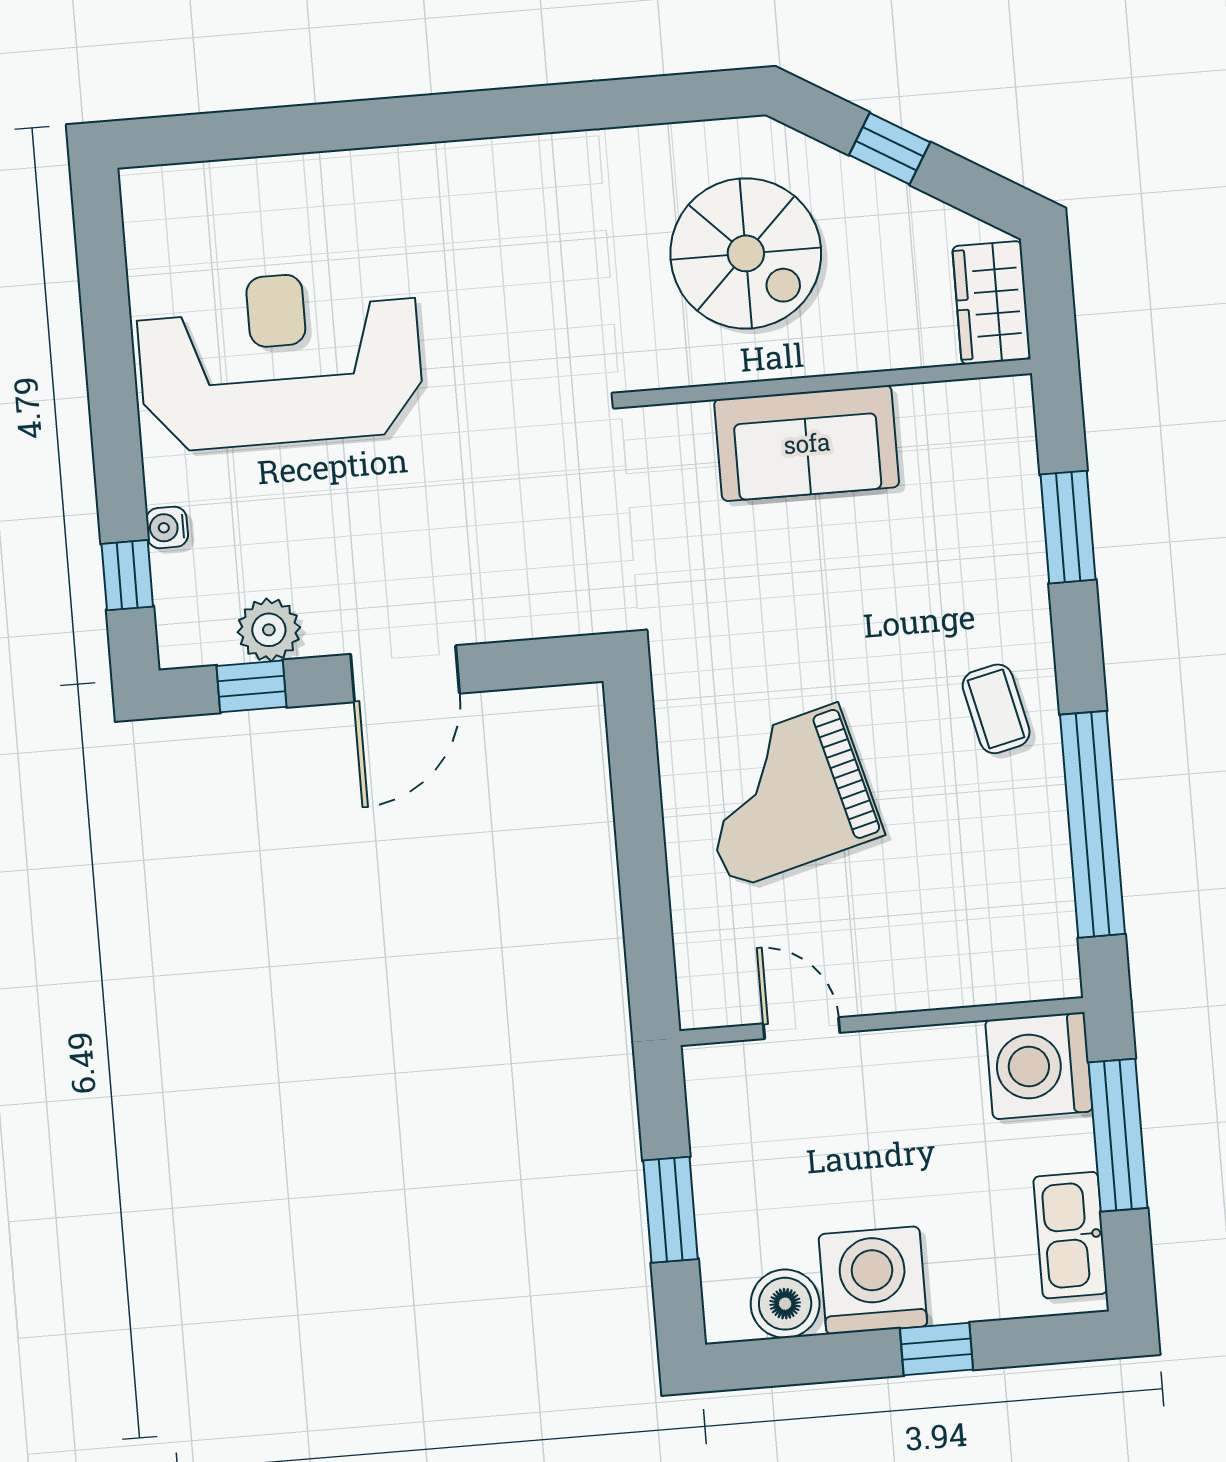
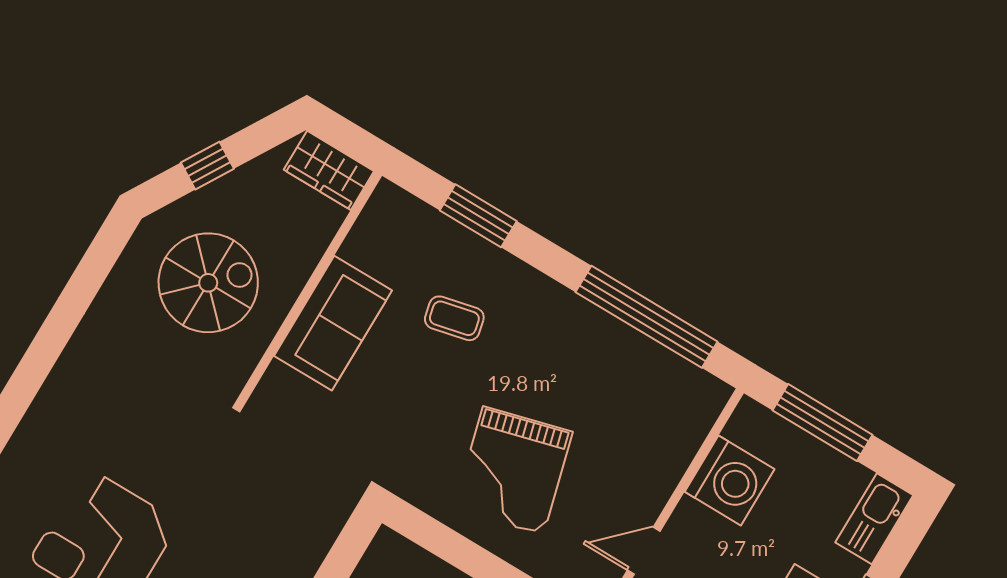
coffee table: (996, 709) -> (454, 318), moved
washing machine: (1039, 1066) -> (730, 480), moved, turned -90
kitchen sink: (1070, 1235) -> (874, 519), moved, turned 90

